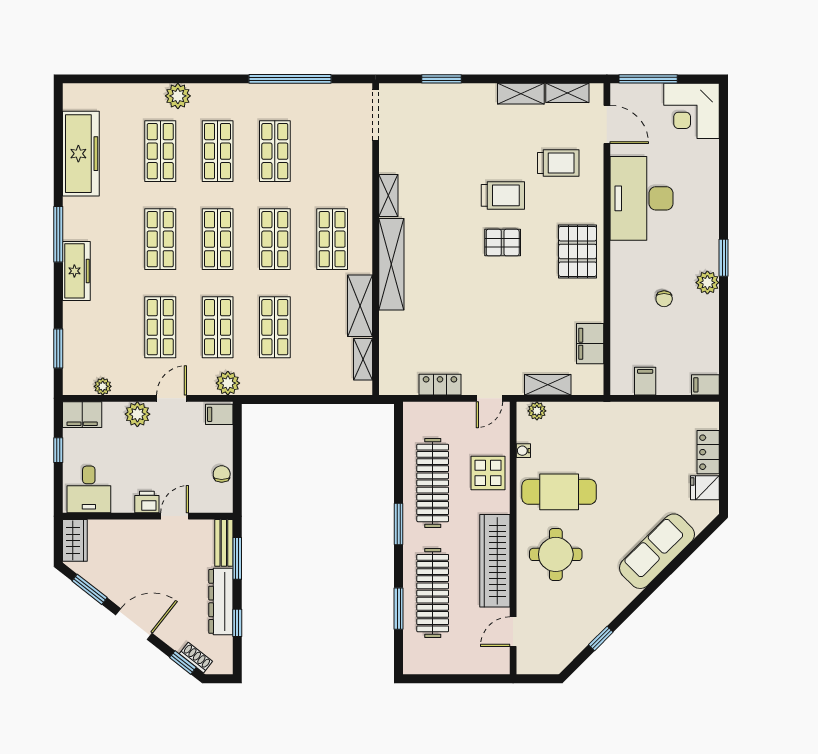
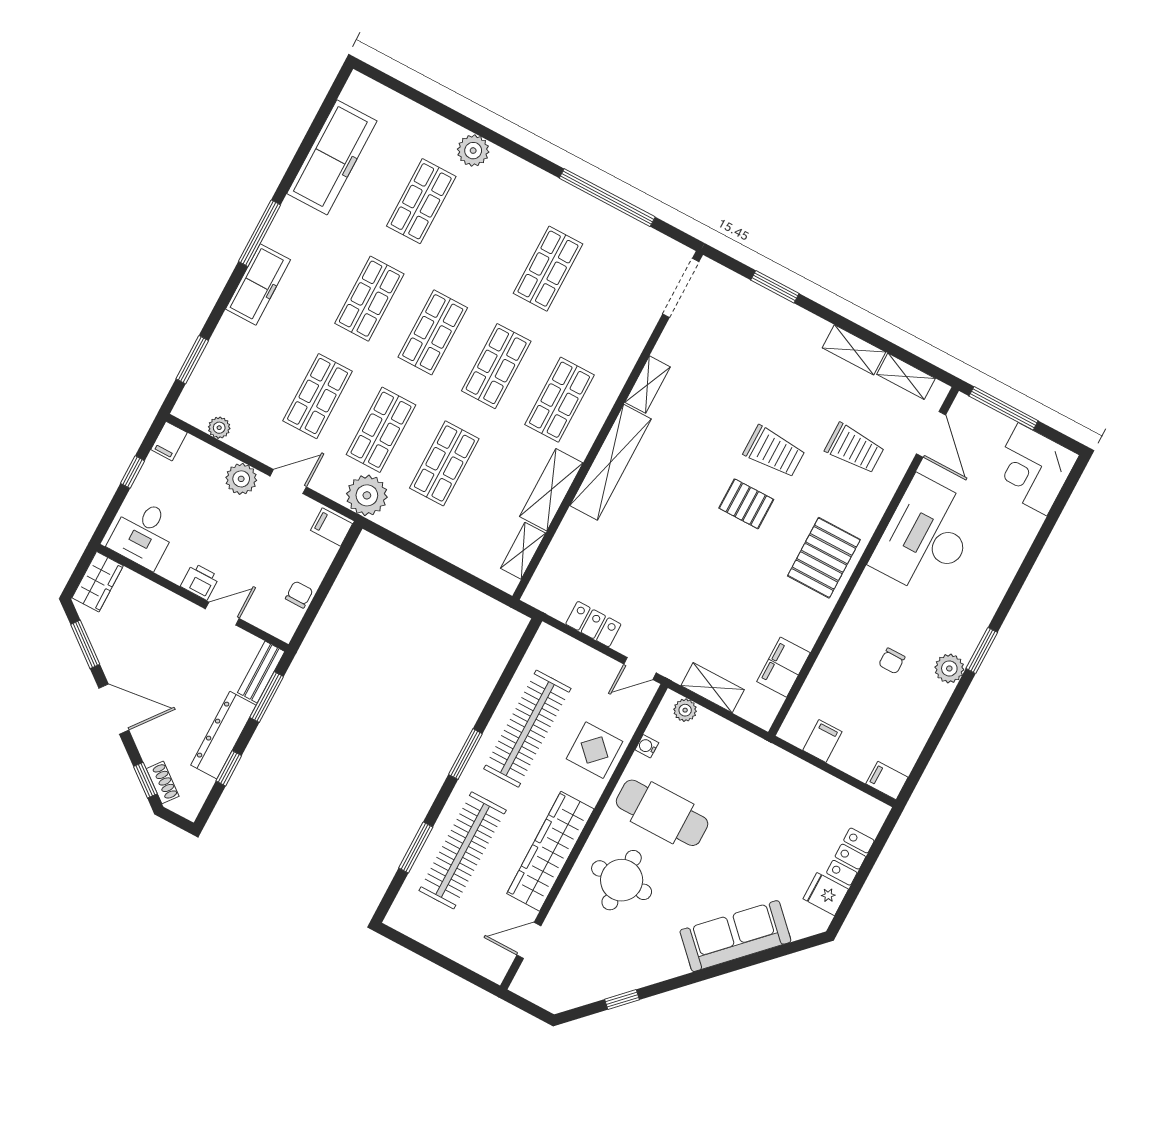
shop shelf: (218, 151) -> (485, 235), removed
plant: (228, 383) -> (367, 495), width x1.36, depth x1.36
filing cabinet: (82, 415) -> (169, 441), width x0.50

